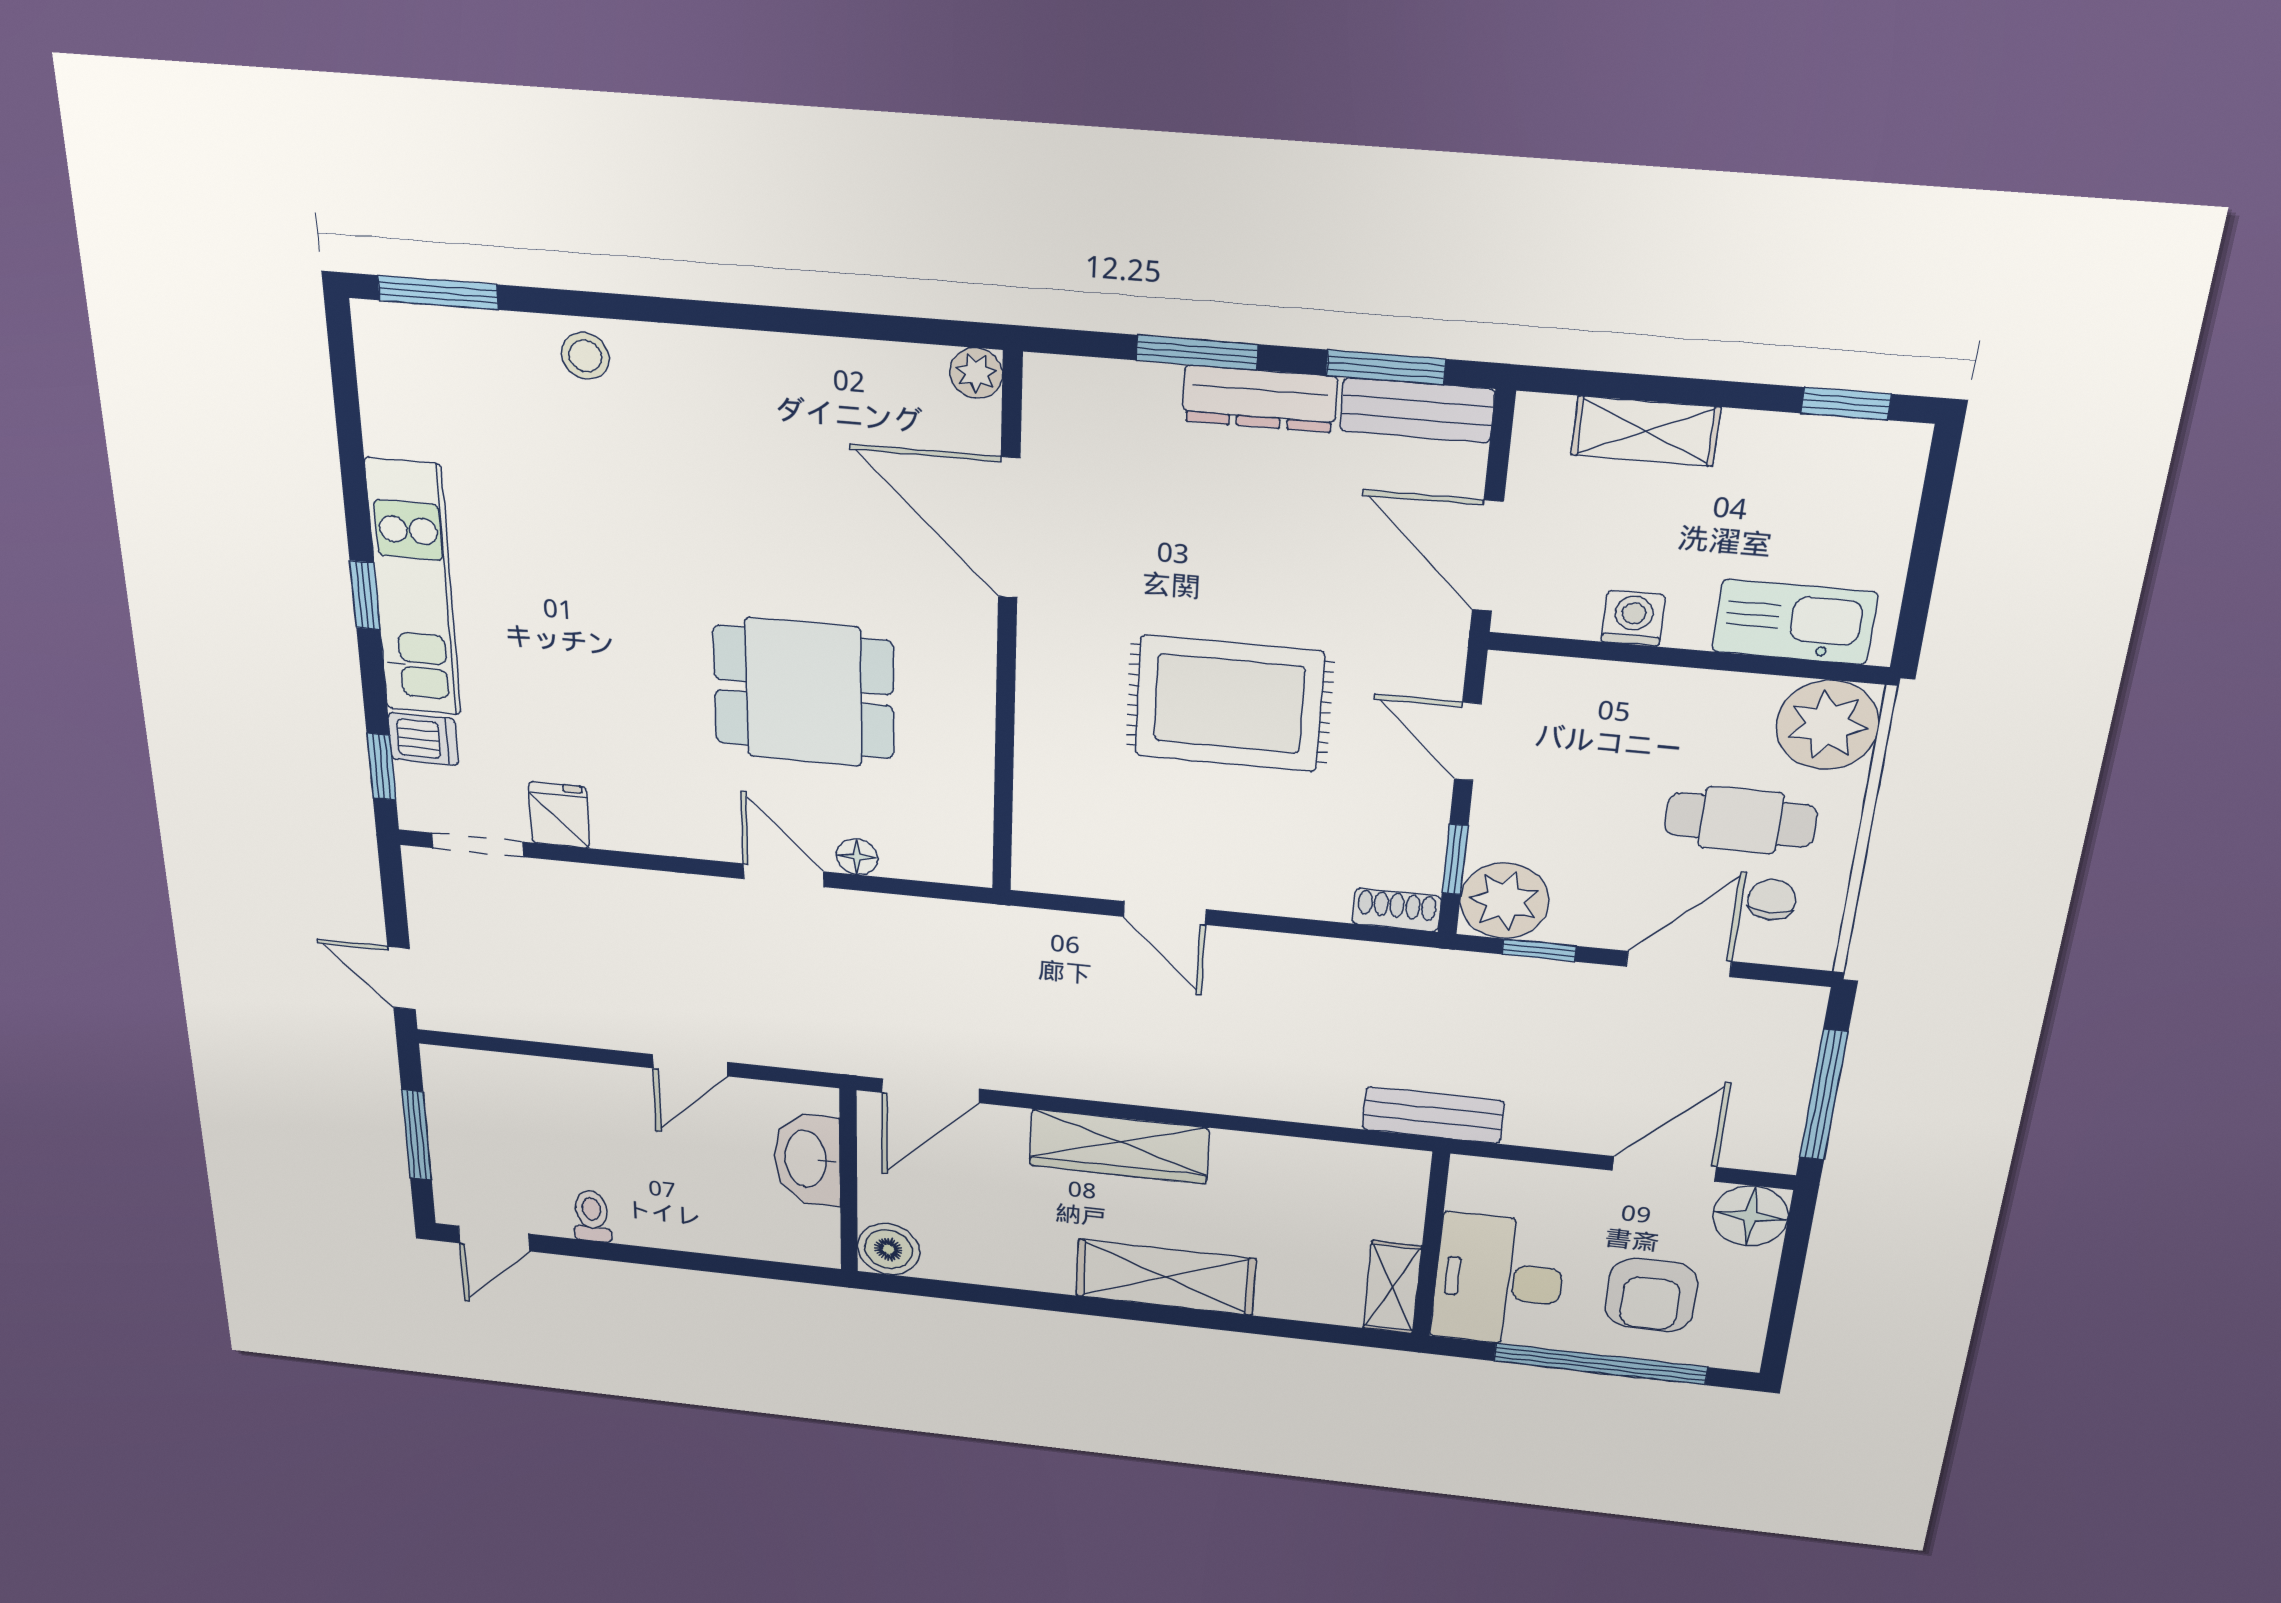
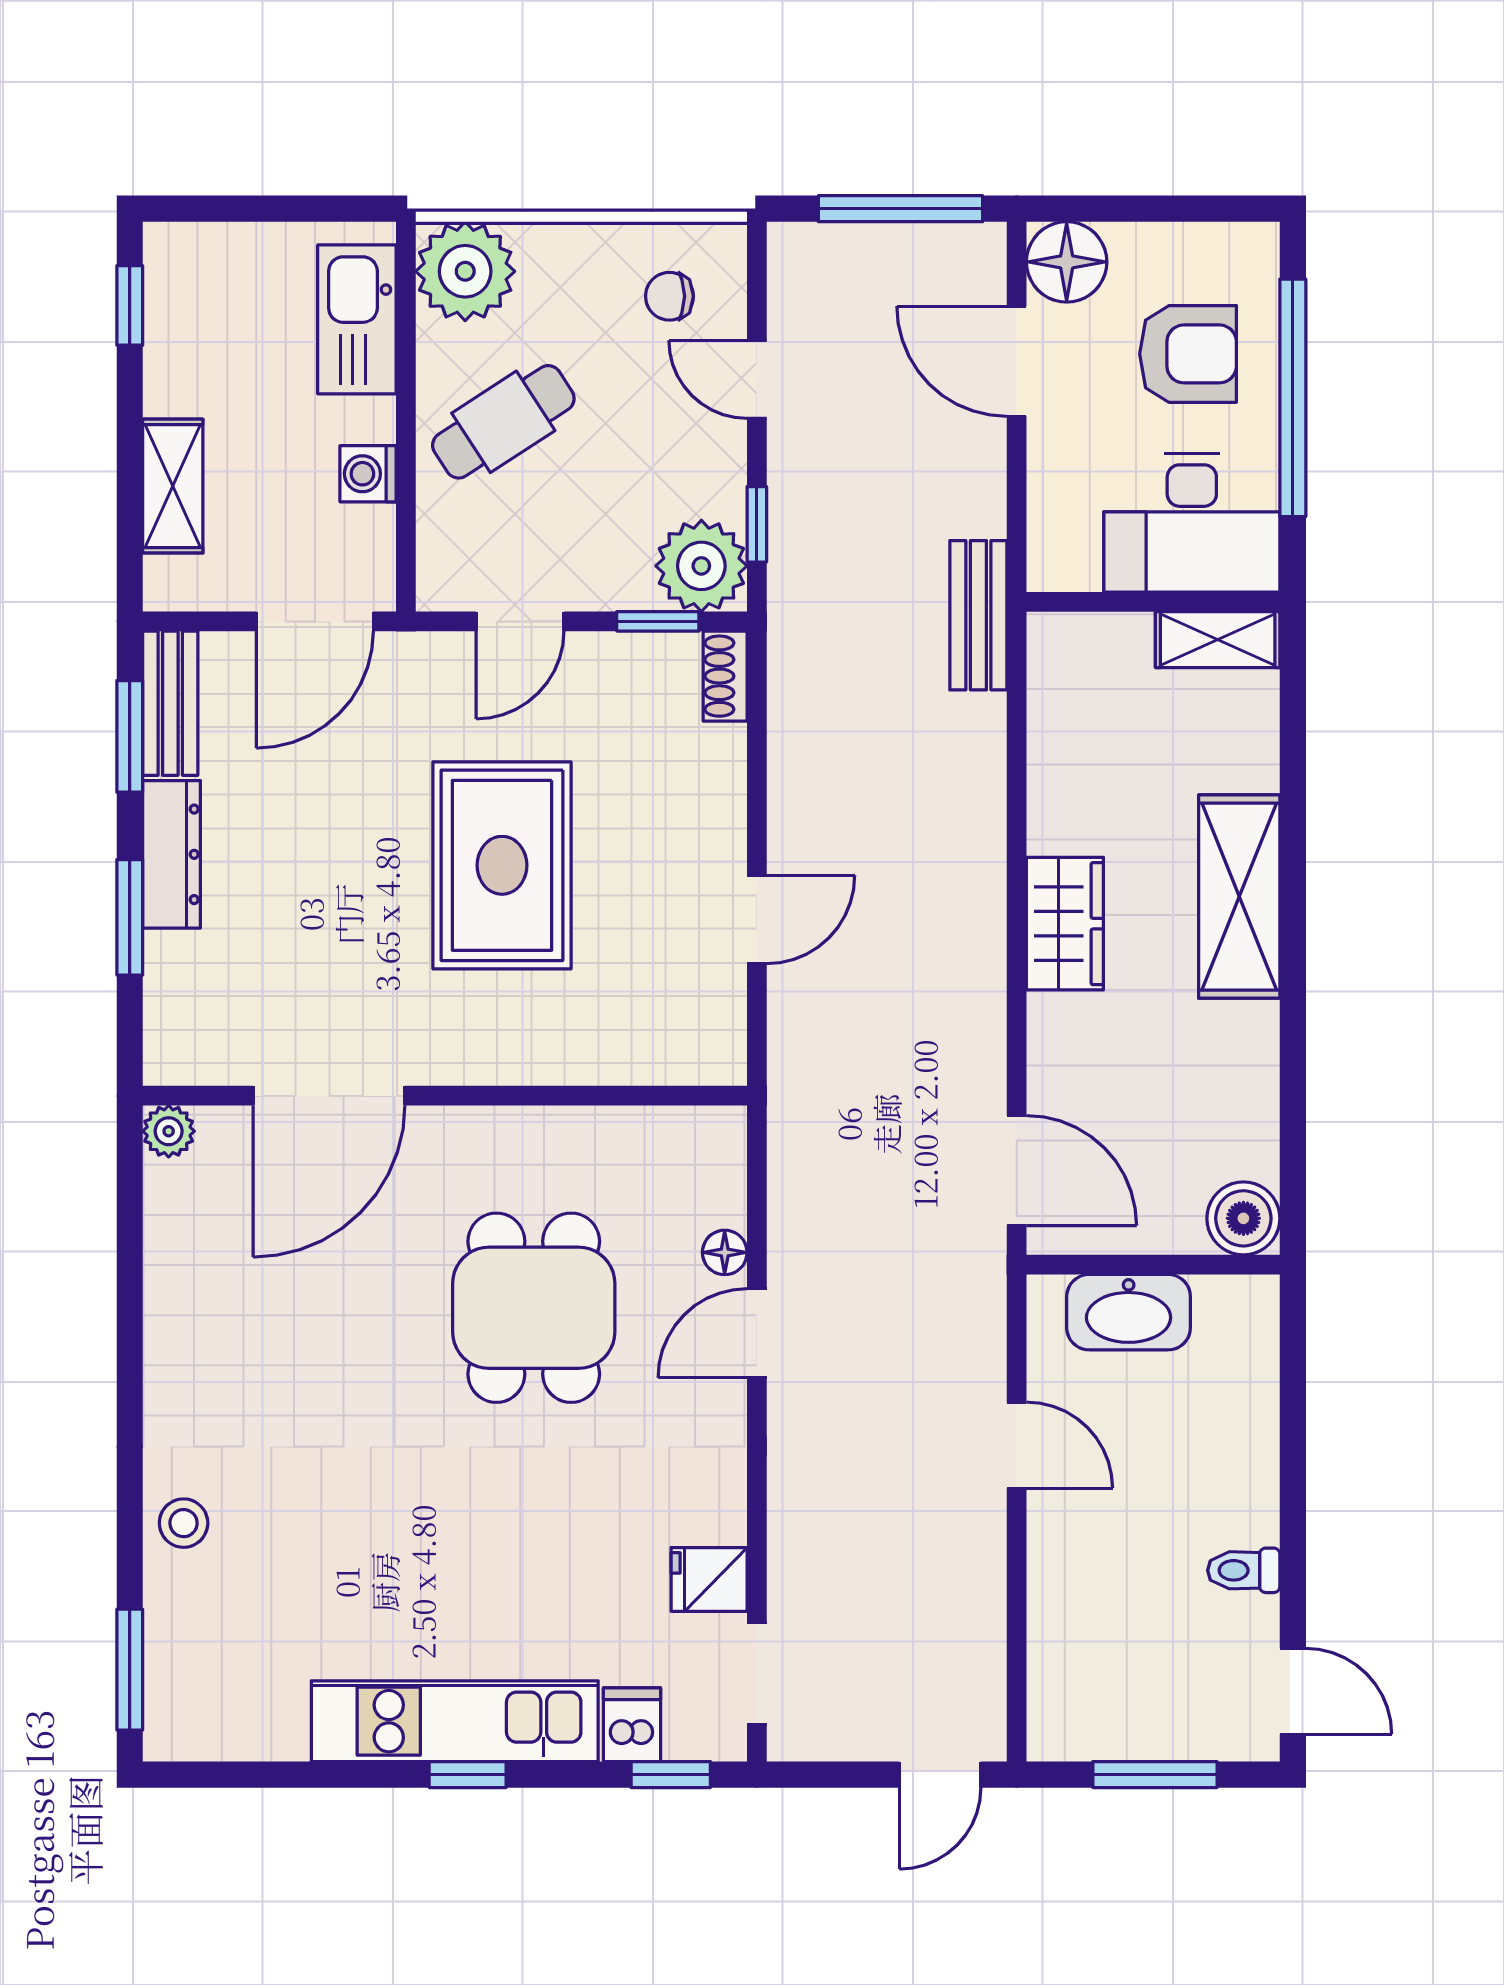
cafe table: (1741, 820) -> (503, 422), moved, turned 57
door: (1679, 964) -> (757, 379), width x0.73
wardrobe: (1119, 1147) -> (1065, 924), width x0.67

